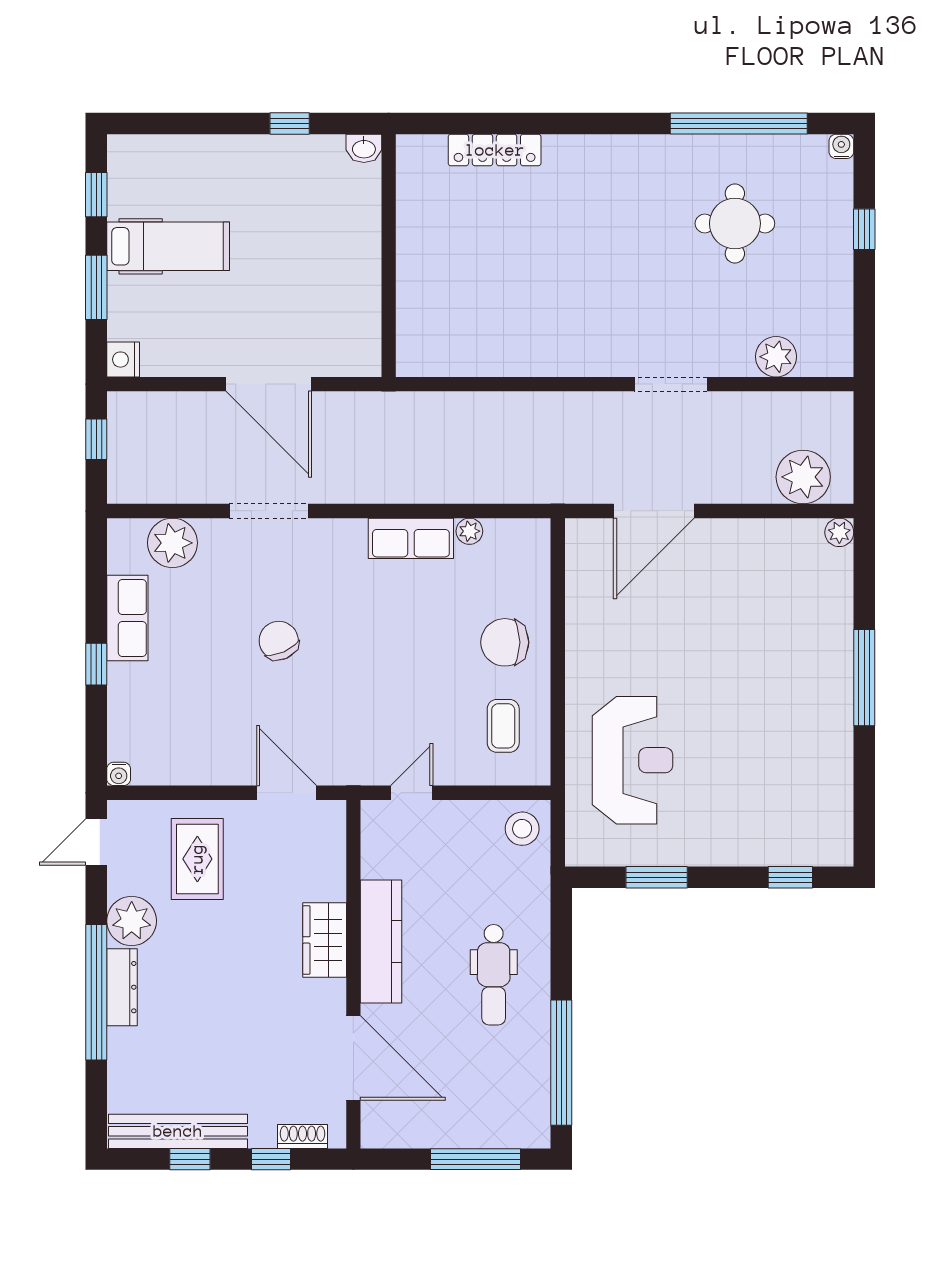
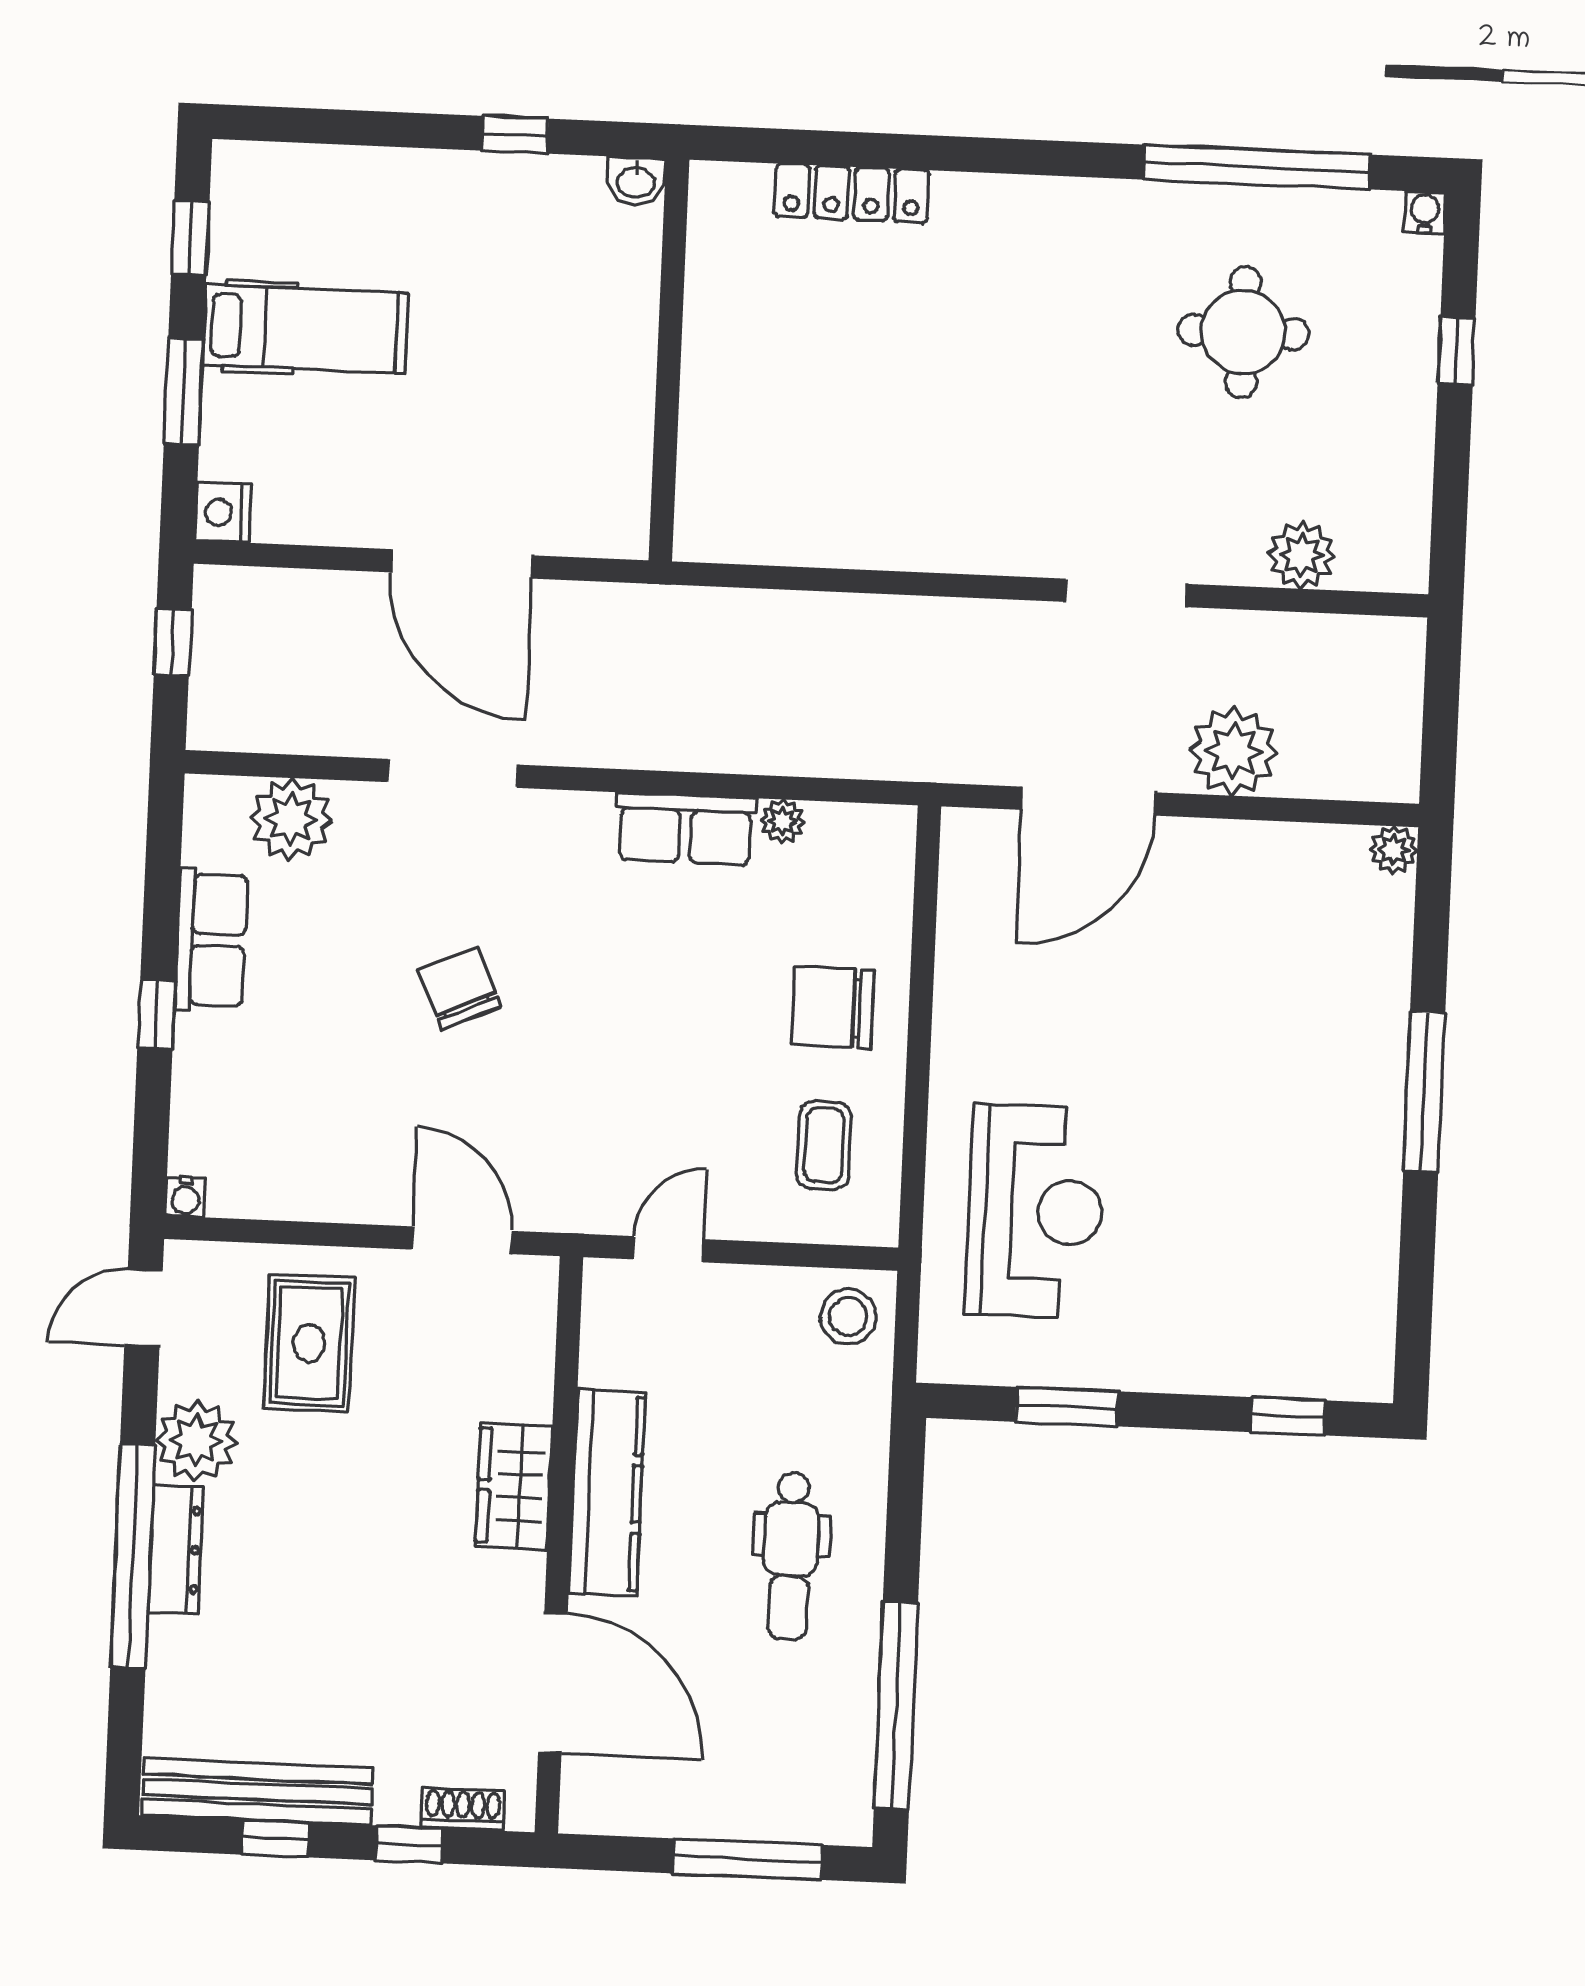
plant: (803, 477) -> (1233, 751), moved

